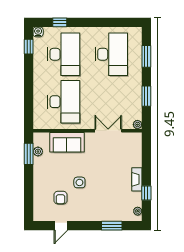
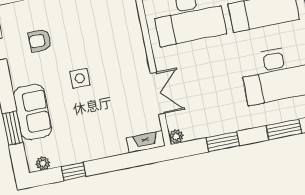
sofa: (67, 142) -> (33, 112), moved, turned 180
fireplace: (137, 179) -> (146, 142), moved
side table: (79, 182) -> (80, 78), moved

